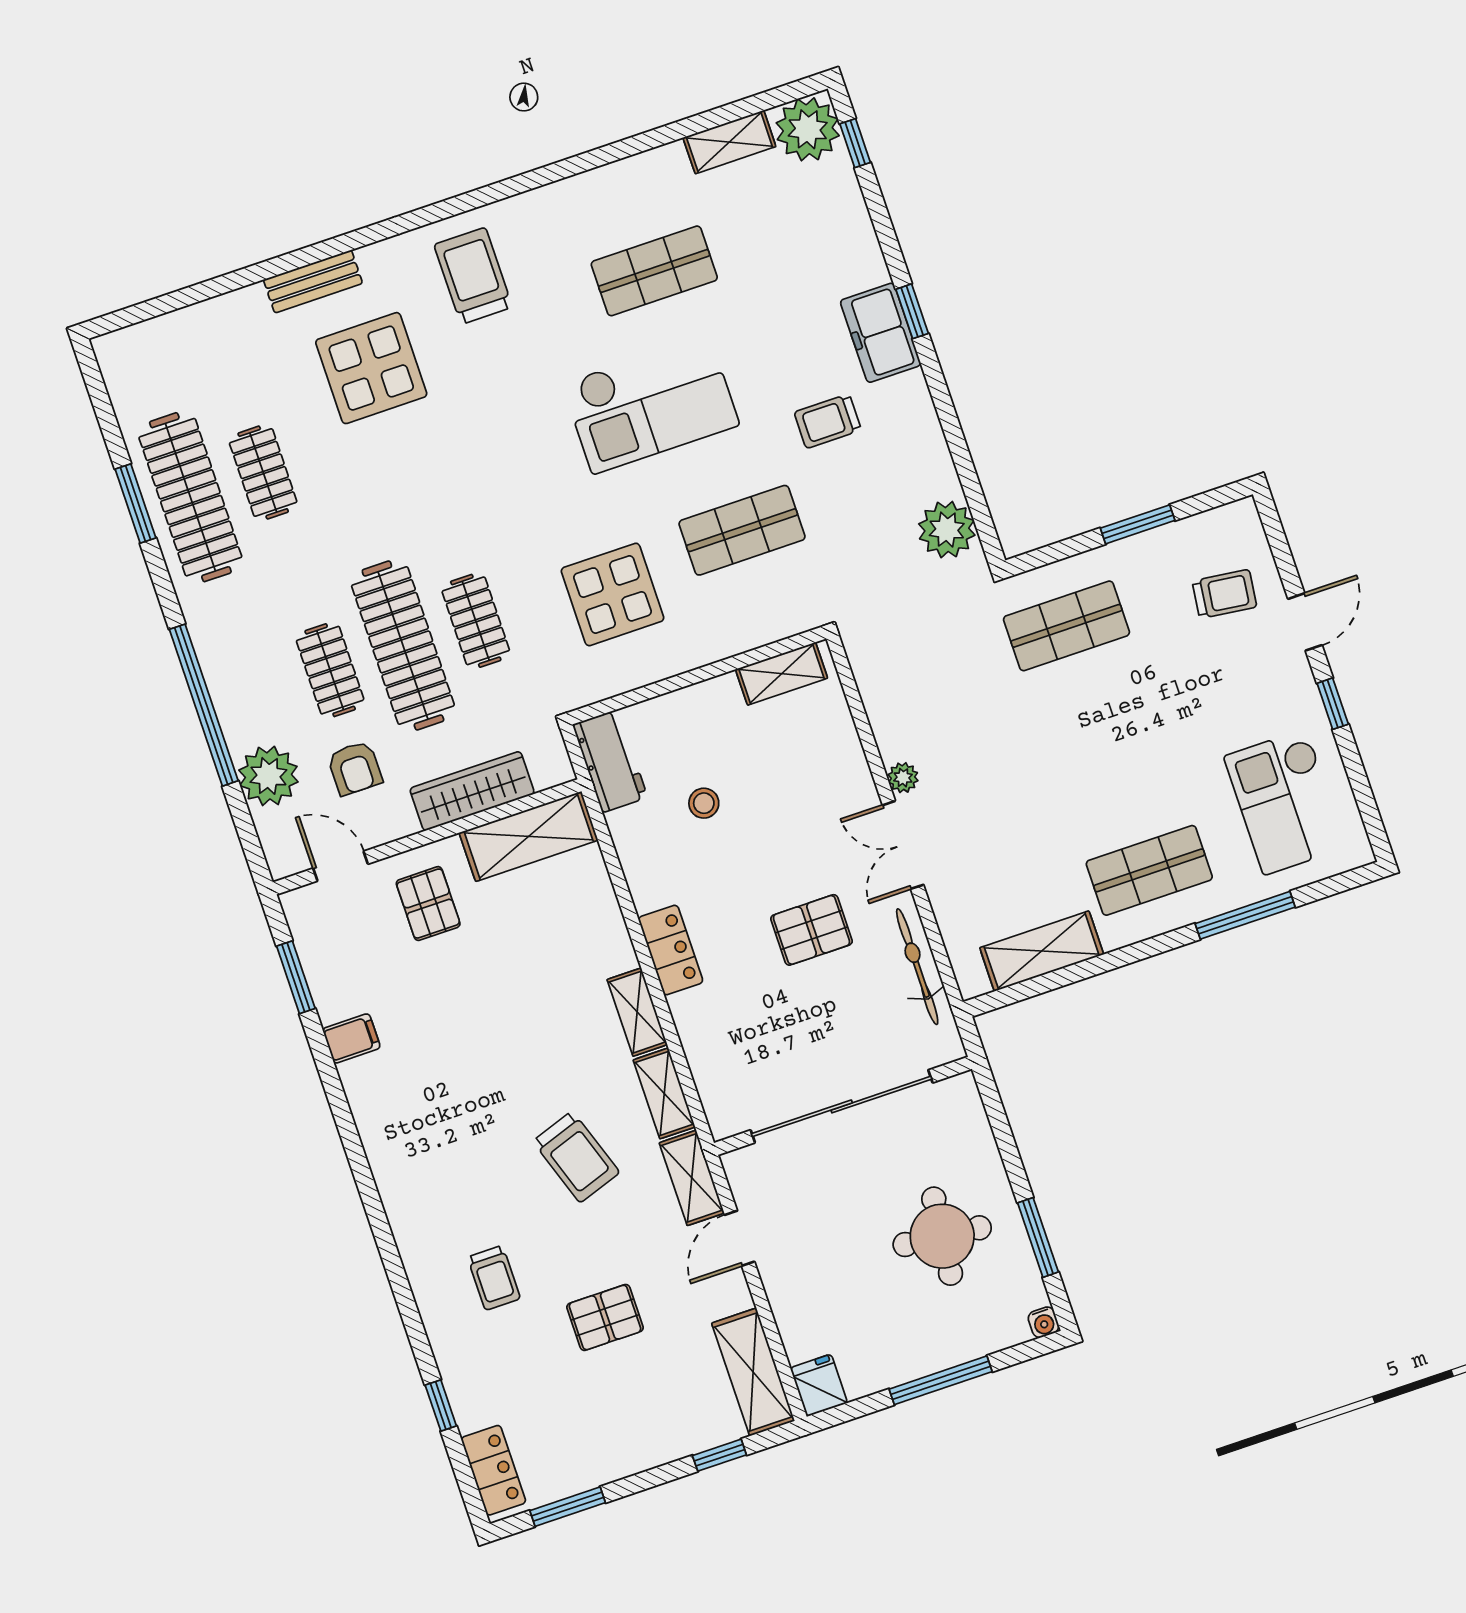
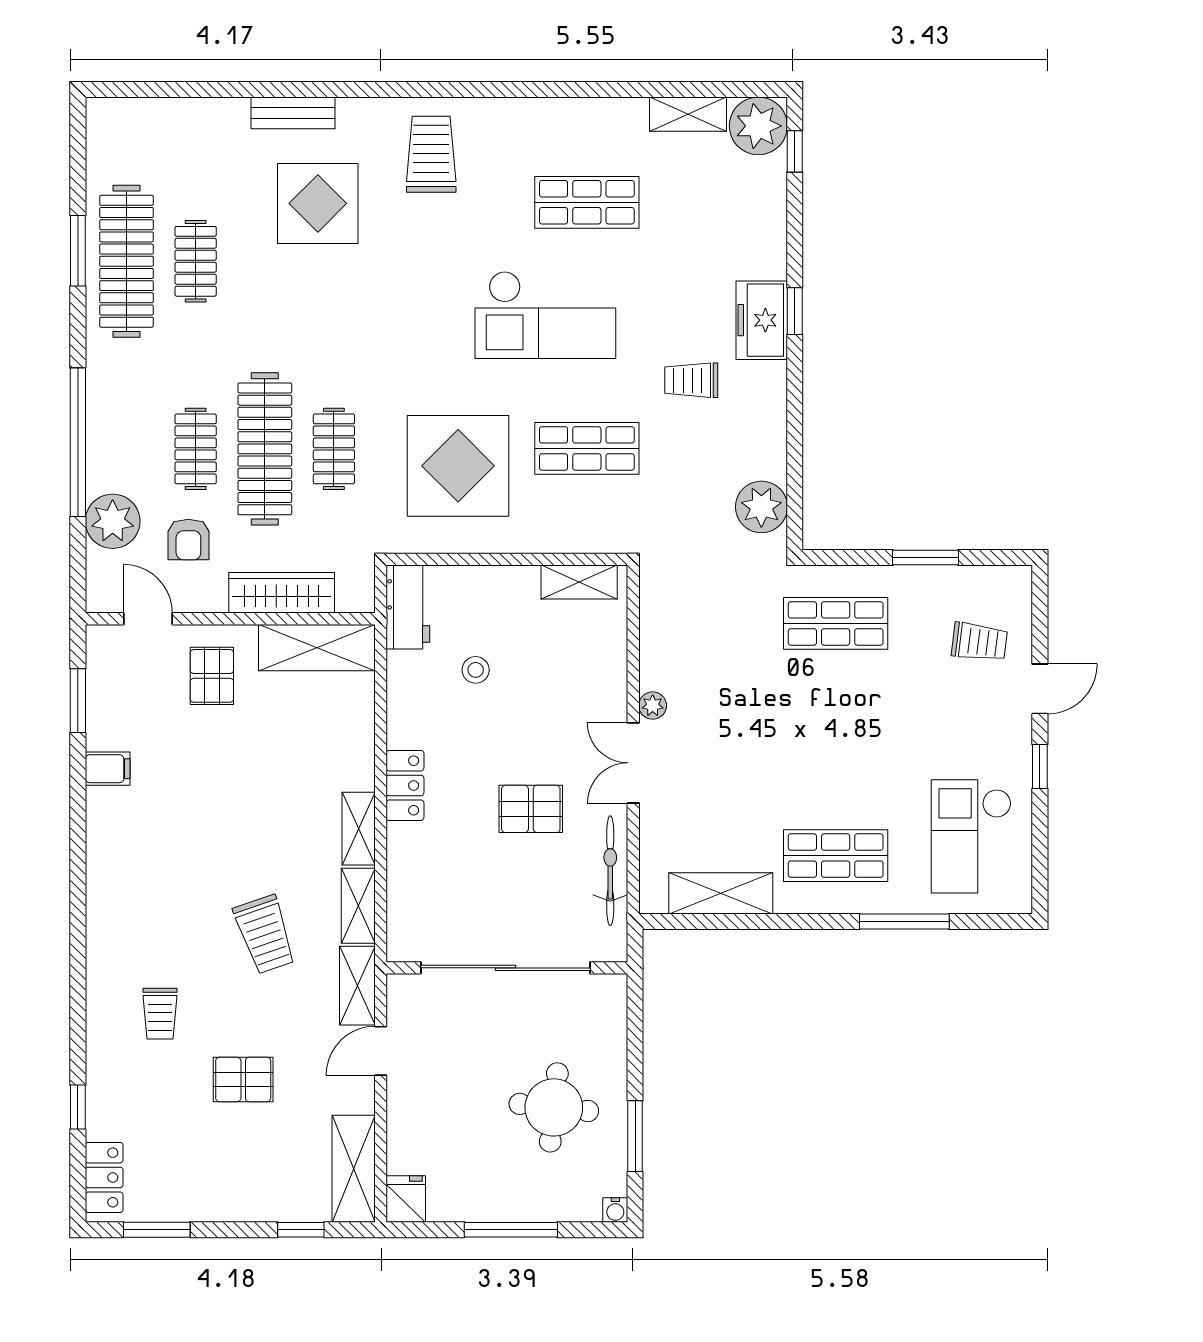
display table: (613, 594) -> (458, 466), width x1.36, depth x1.36

